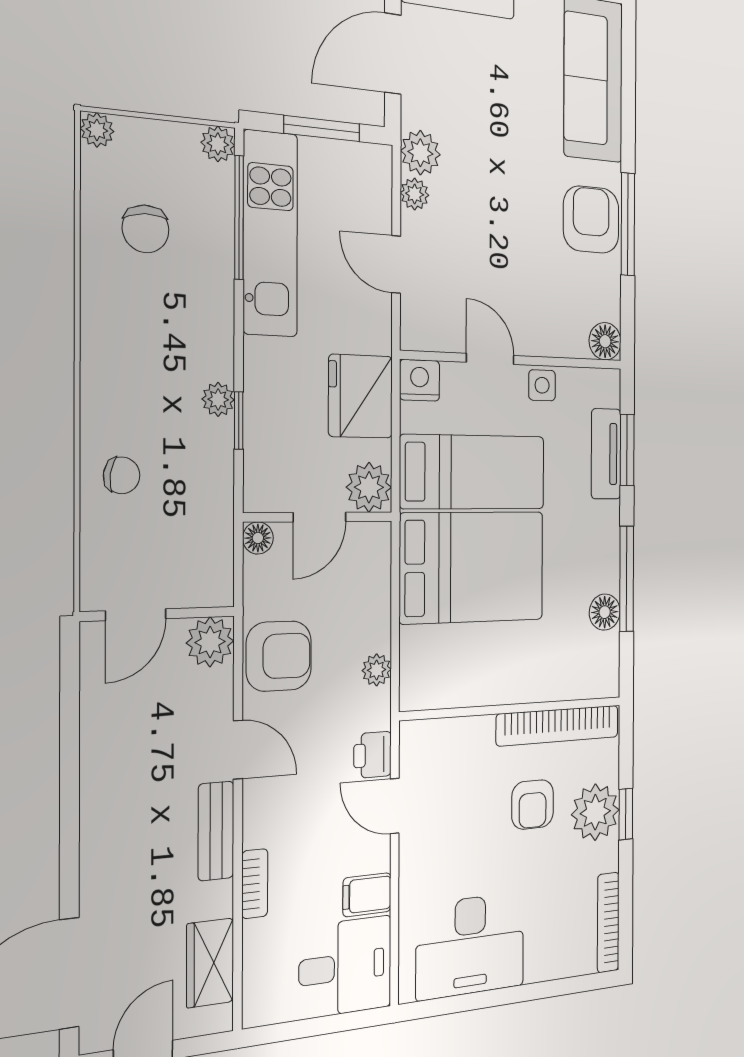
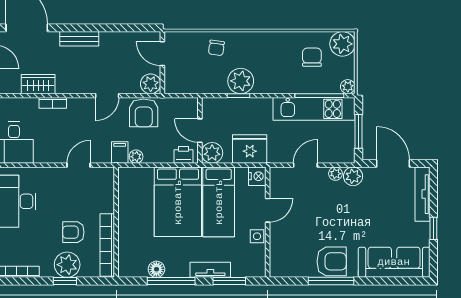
plant: (97, 130) -> (342, 44), width x1.87, depth x1.87
chair: (146, 229) -> (312, 57), turned 93
floor lamp: (605, 341) -> (278, 269), removed
plant: (218, 399) -> (241, 81), width x1.87, depth x1.87
tv unit: (606, 454) -> (210, 270), moved
floor lamp: (258, 538) -> (192, 104), removed
printer: (373, 755) -> (184, 155), moved
bench: (216, 831) -> (79, 39), moved
filing cabinet: (367, 895) -> (120, 152), moved
wardrobe: (210, 963) -> (38, 84), moved

